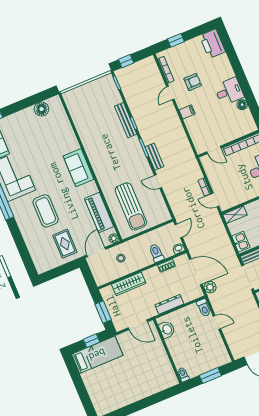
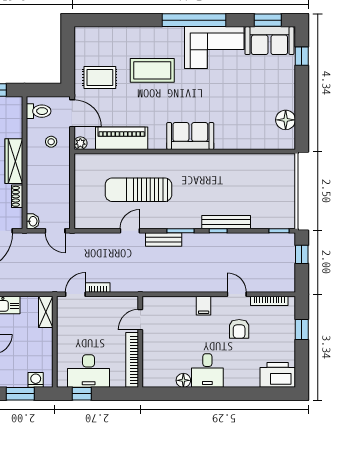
sun lounger: (131, 206) -> (138, 190), moved
toilet: (156, 253) -> (39, 111), moved
wardrobe: (129, 284) -> (14, 161), moved

